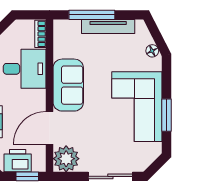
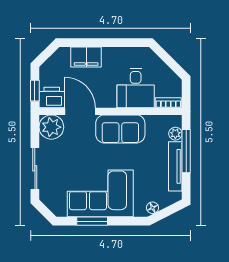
plant: (73, 26) -> (175, 134), added
printer: (18, 161) -> (52, 98), moved, turned -90

